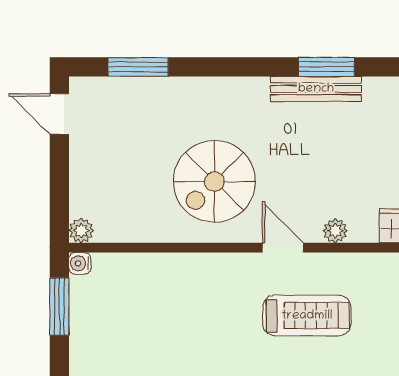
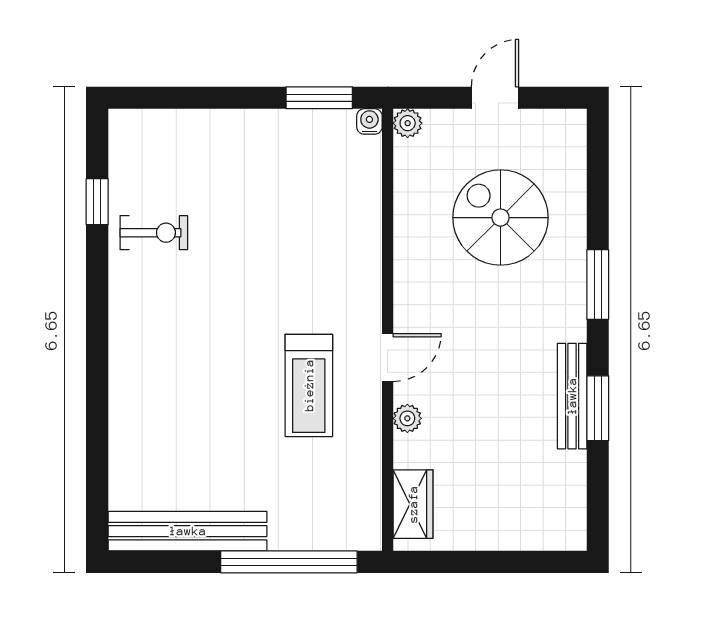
window: (138, 67) -> (598, 284), moved
door: (59, 114) -> (495, 98), moved
spiral stairs: (214, 181) -> (501, 218), moved

